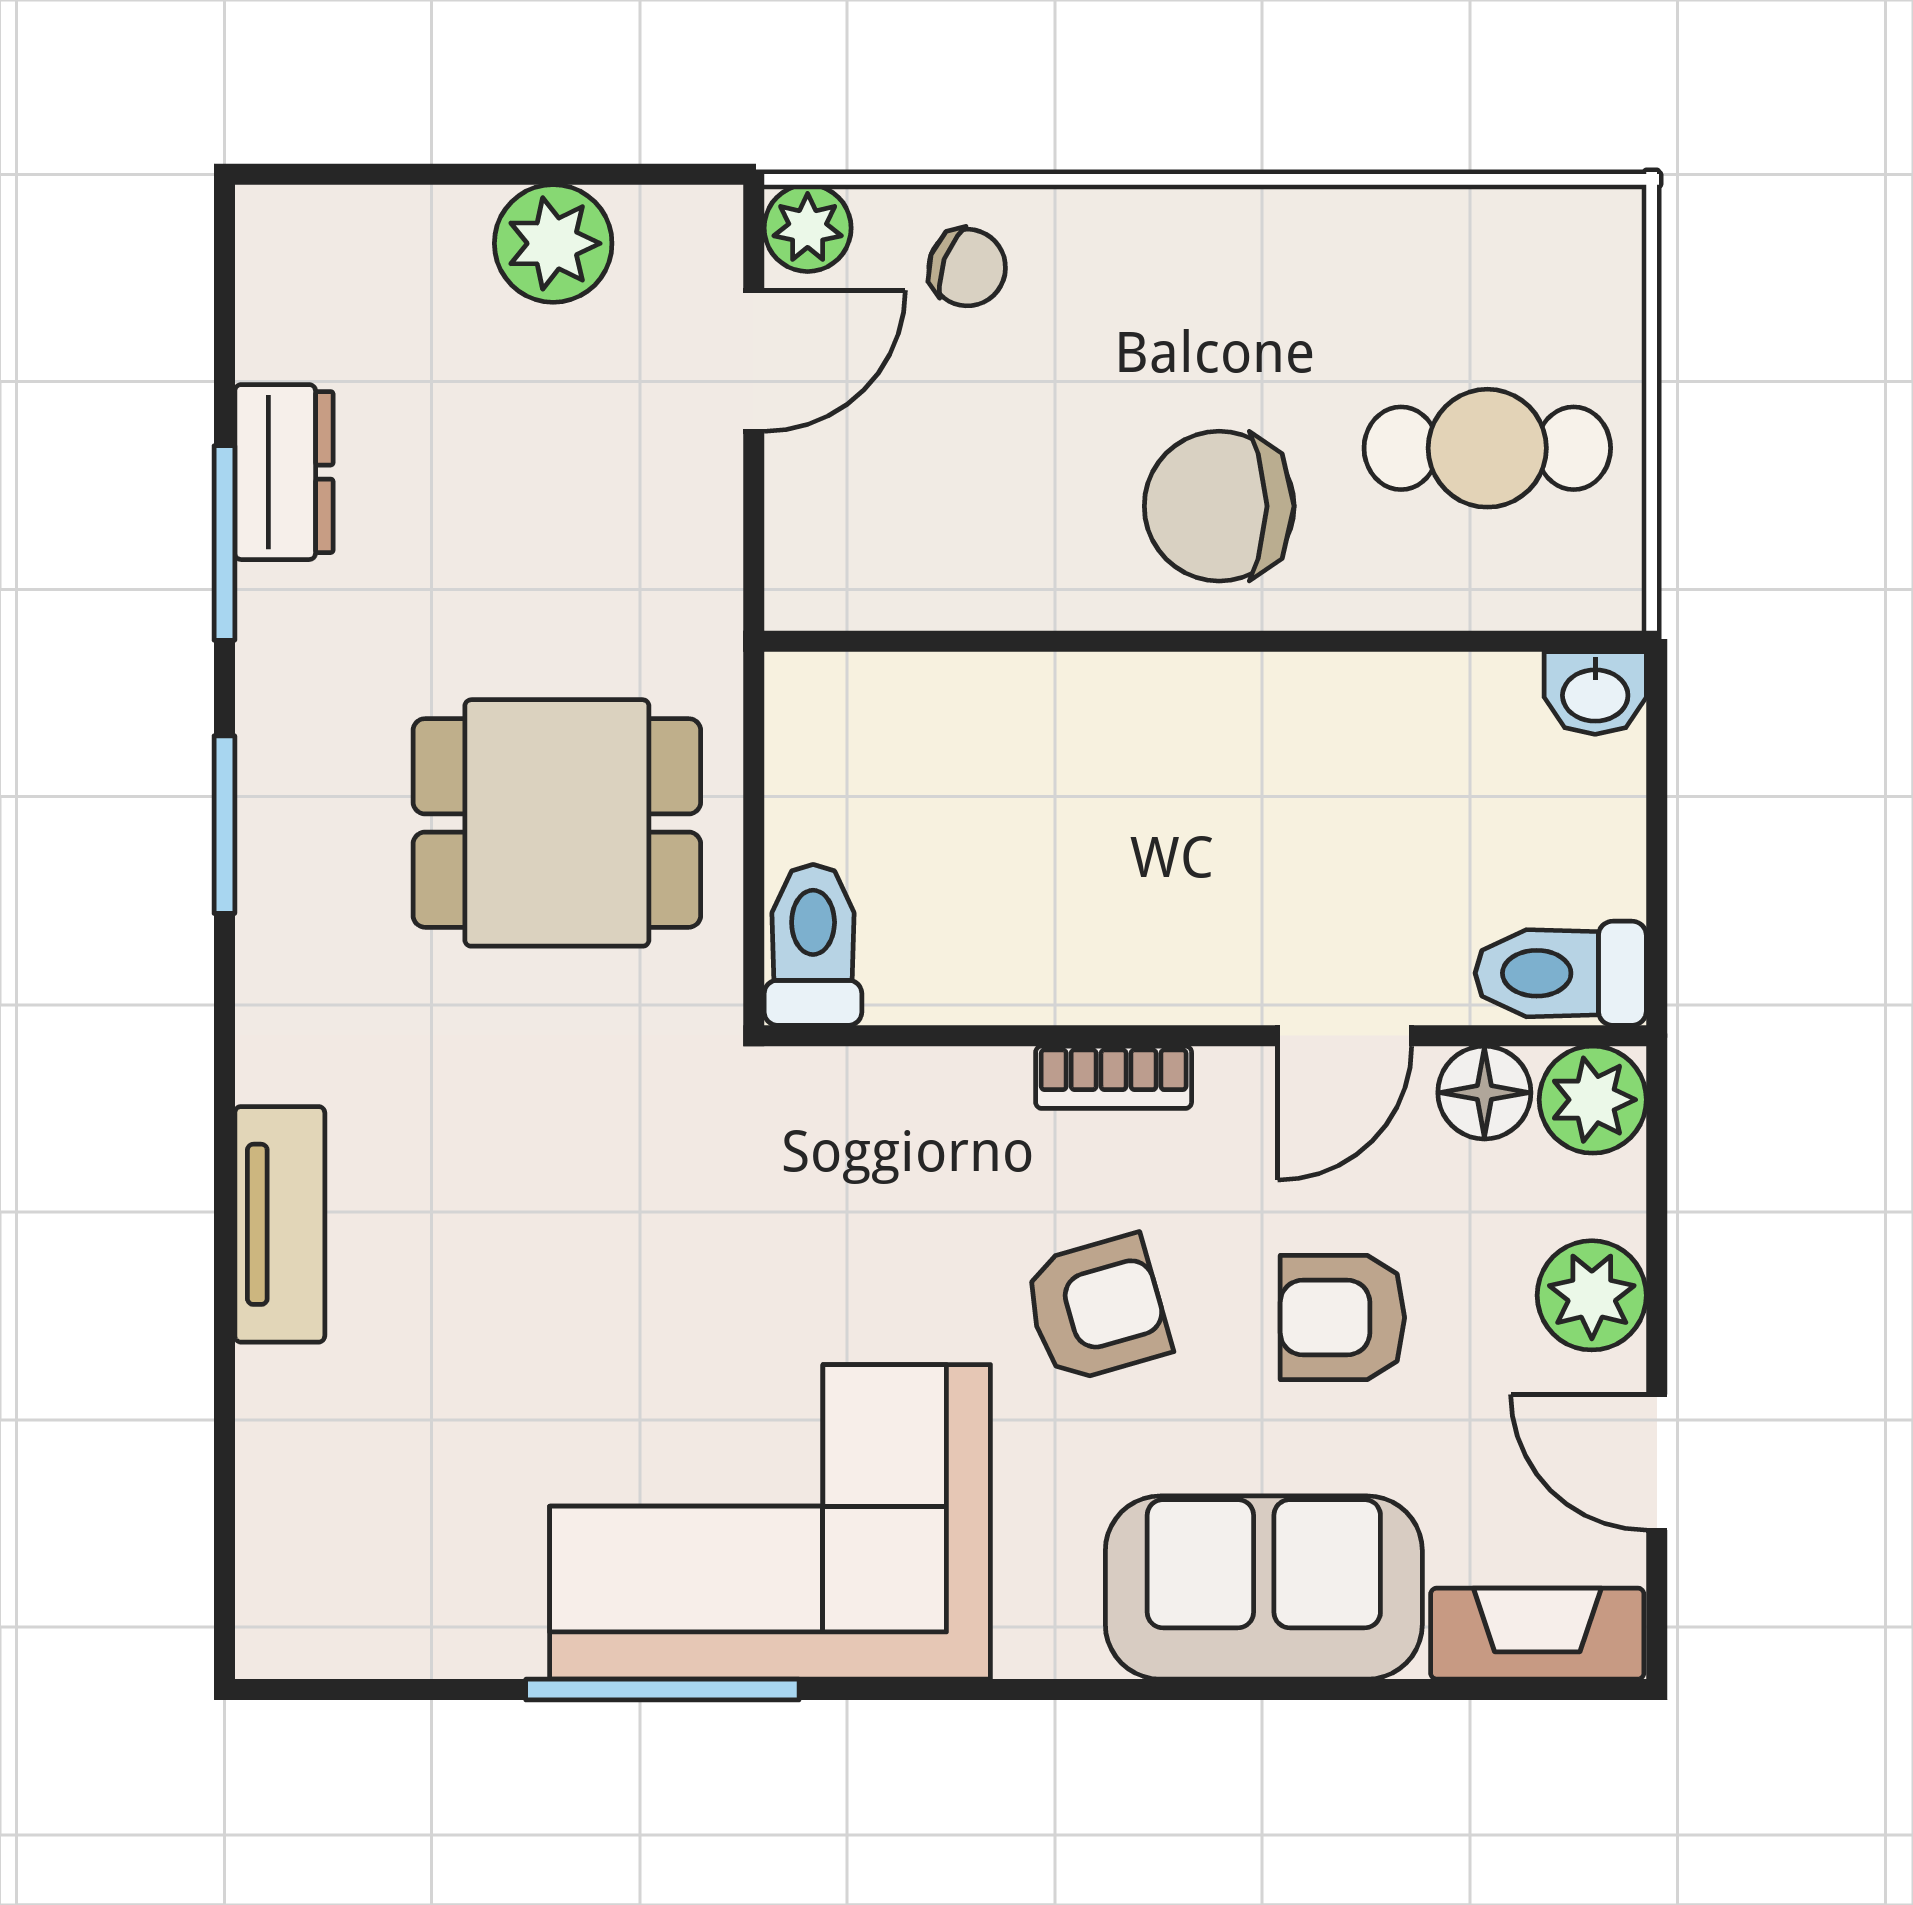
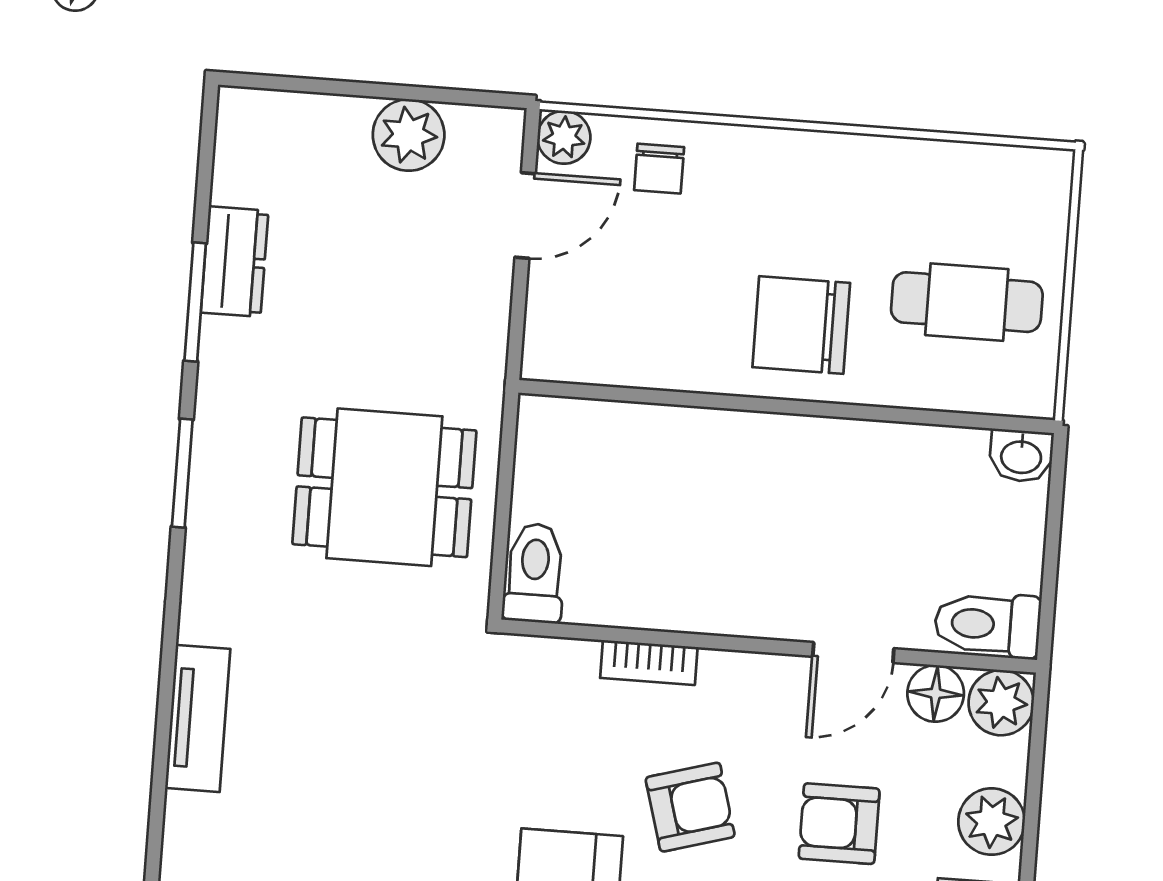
chair: (967, 268) -> (659, 169), turned 70
bookcase: (1114, 1077) -> (649, 663), moved

